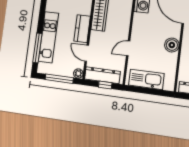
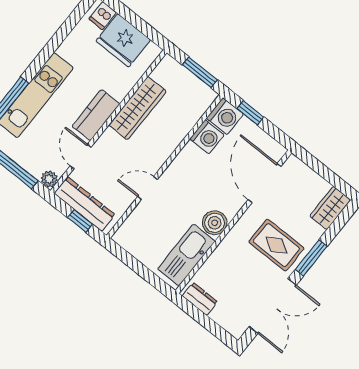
kitchen sink: (146, 79) -> (186, 255), moved, turned -90

